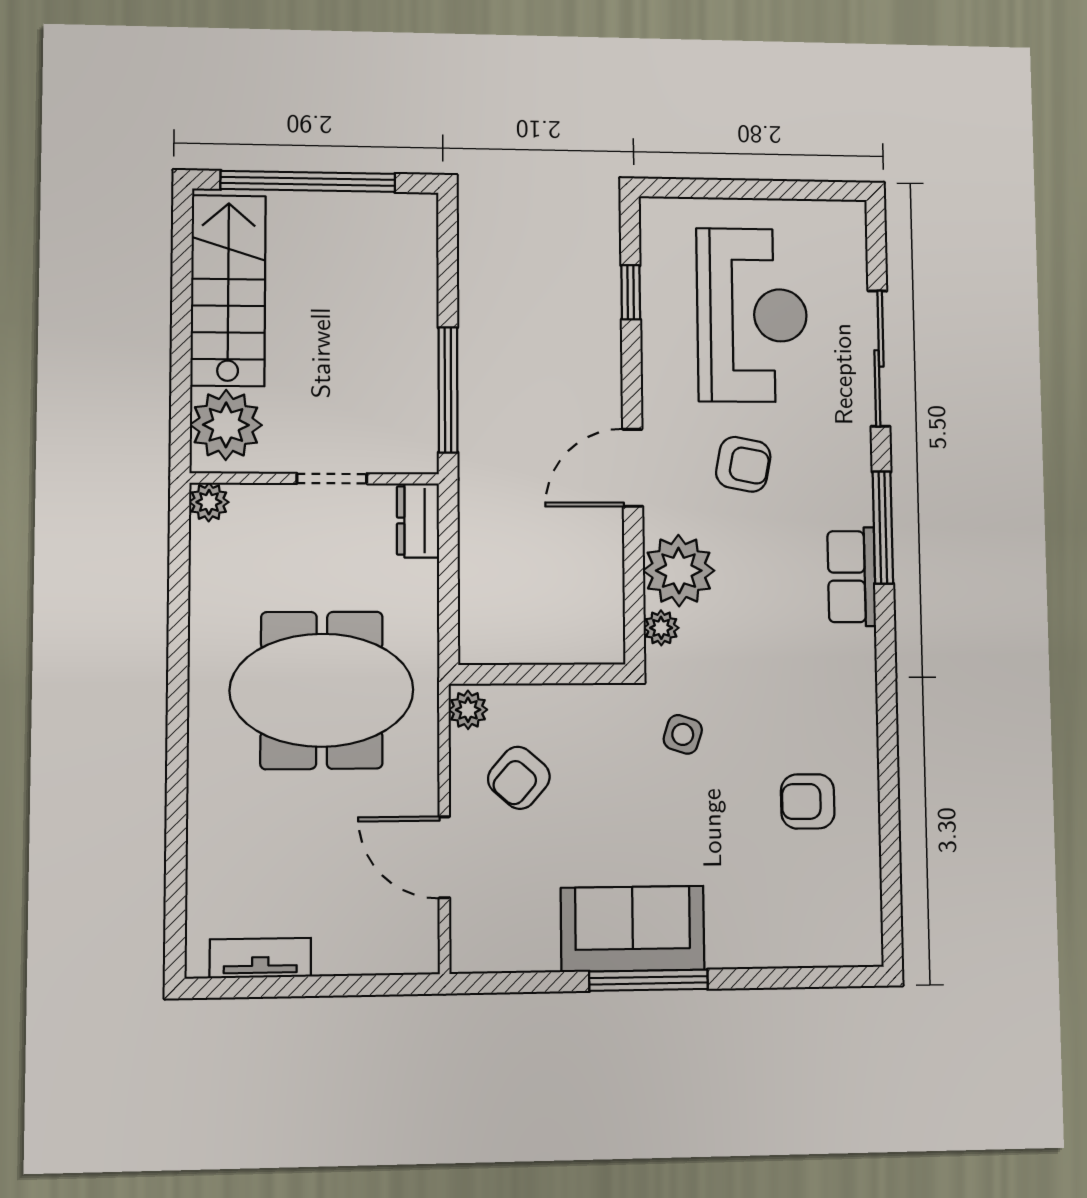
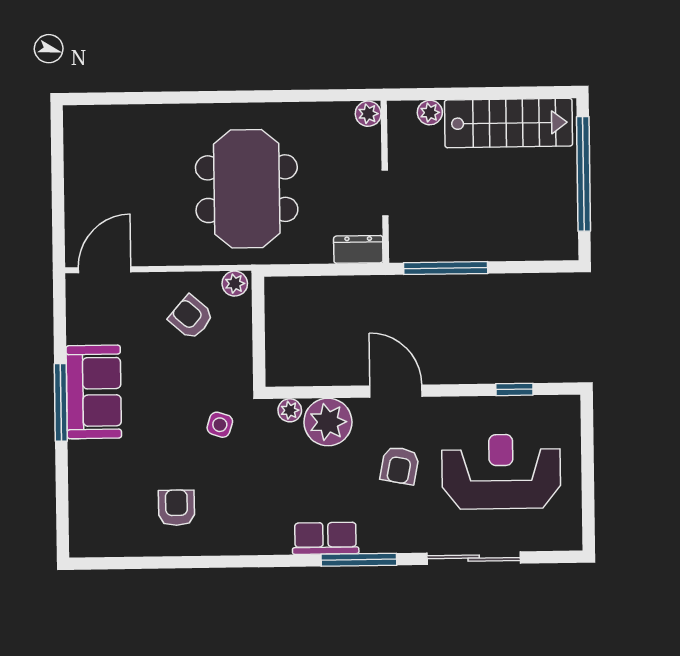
reception desk: (752, 315) -> (501, 472), turned 180
plant: (226, 425) -> (430, 113), width x0.53, depth x0.53
door: (444, 857) -> (105, 270), moved
tv unit: (260, 958) -> (76, 153), removed

